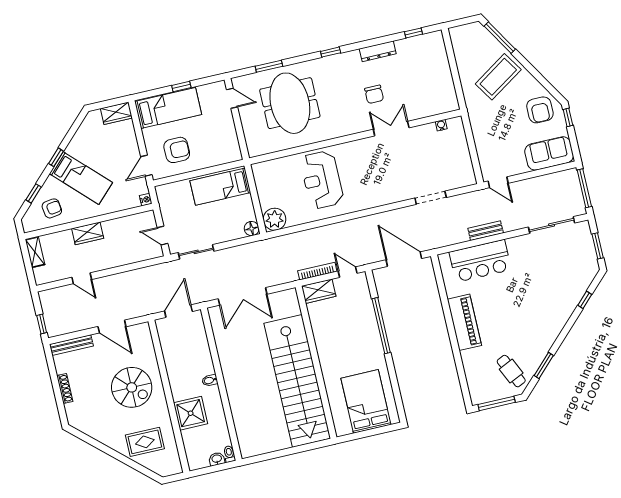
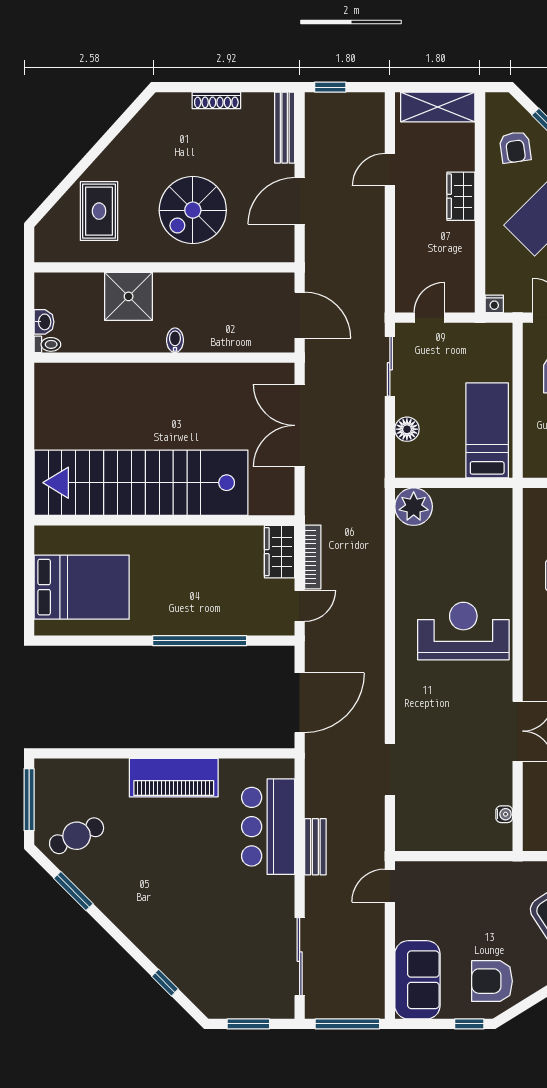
reception desk: (322, 180) -> (463, 631), moved
floor lamp: (252, 229) -> (407, 429), moved
shelving: (35, 252) -> (438, 107), width x1.50, depth x1.33

